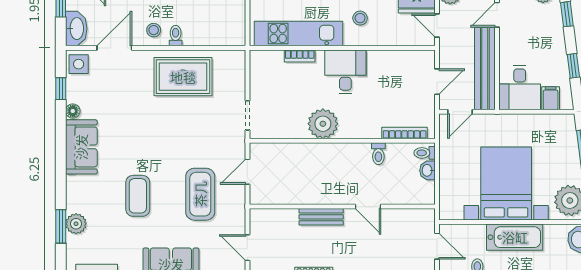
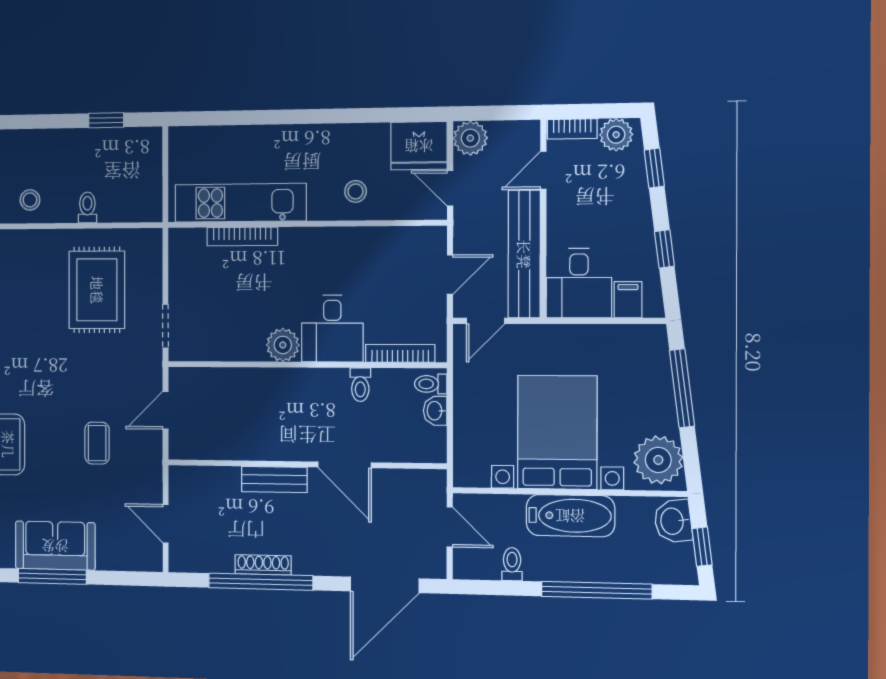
stool: (360, 18) -> (355, 191), moved
toilet: (176, 36) -> (87, 208), moved
bookcase: (300, 56) -> (242, 237), width x1.56
desk: (345, 72) -> (332, 328), moved, turned 180
rug: (183, 77) -> (97, 290), moved, turned 90
plant: (323, 124) -> (283, 345), width x0.73, depth x0.73
coffee table: (200, 194) -> (97, 443), width x0.54, depth x0.58
door: (368, 207) -> (345, 465), width x1.38

